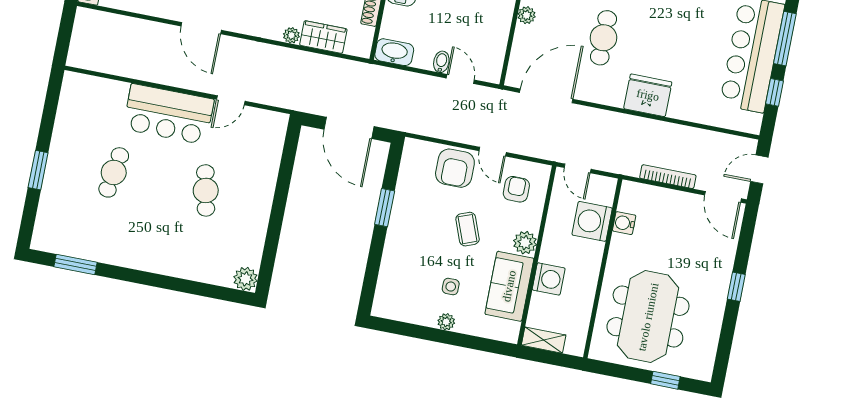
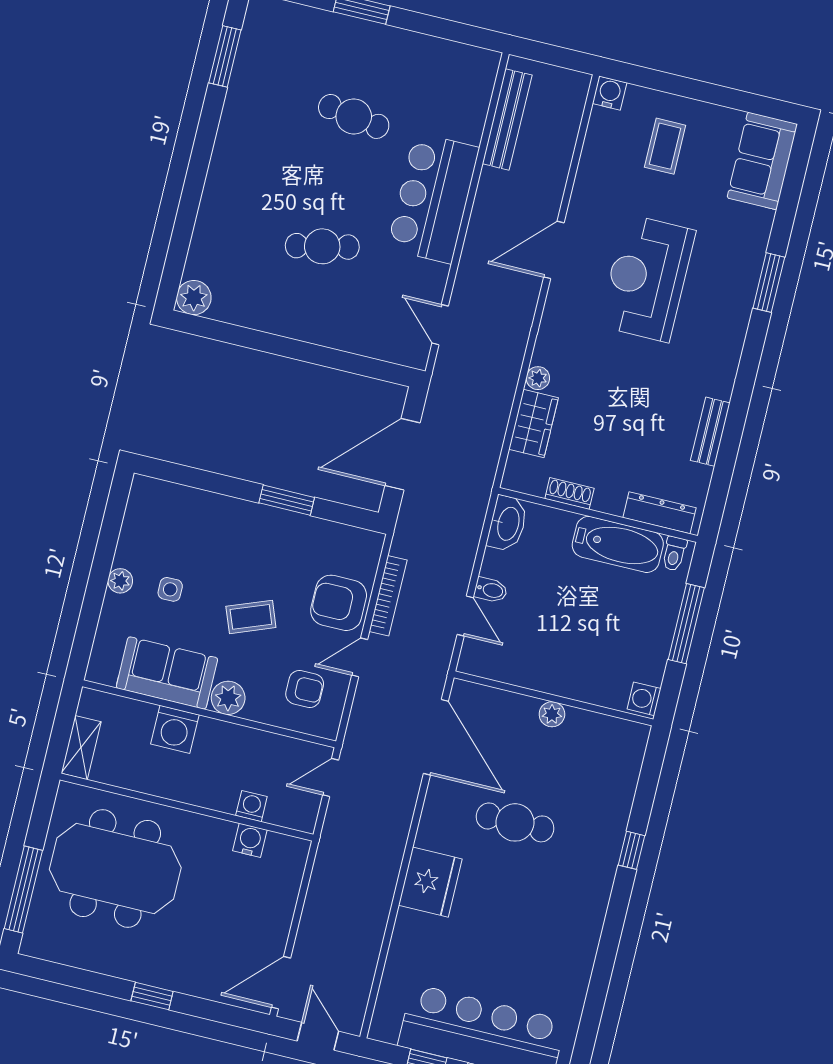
bench: (111, 65) -> (507, 119), added
door: (460, 79) -> (465, 616), hinge flipped
door: (231, 100) -> (440, 325), moved
bookcase: (668, 177) -> (388, 596), moved
washing machine: (592, 221) -> (251, 806), width x0.53, depth x0.53
shelving: (544, 340) -> (81, 748), moved
window: (665, 380) -> (23, 889), width x2.17

